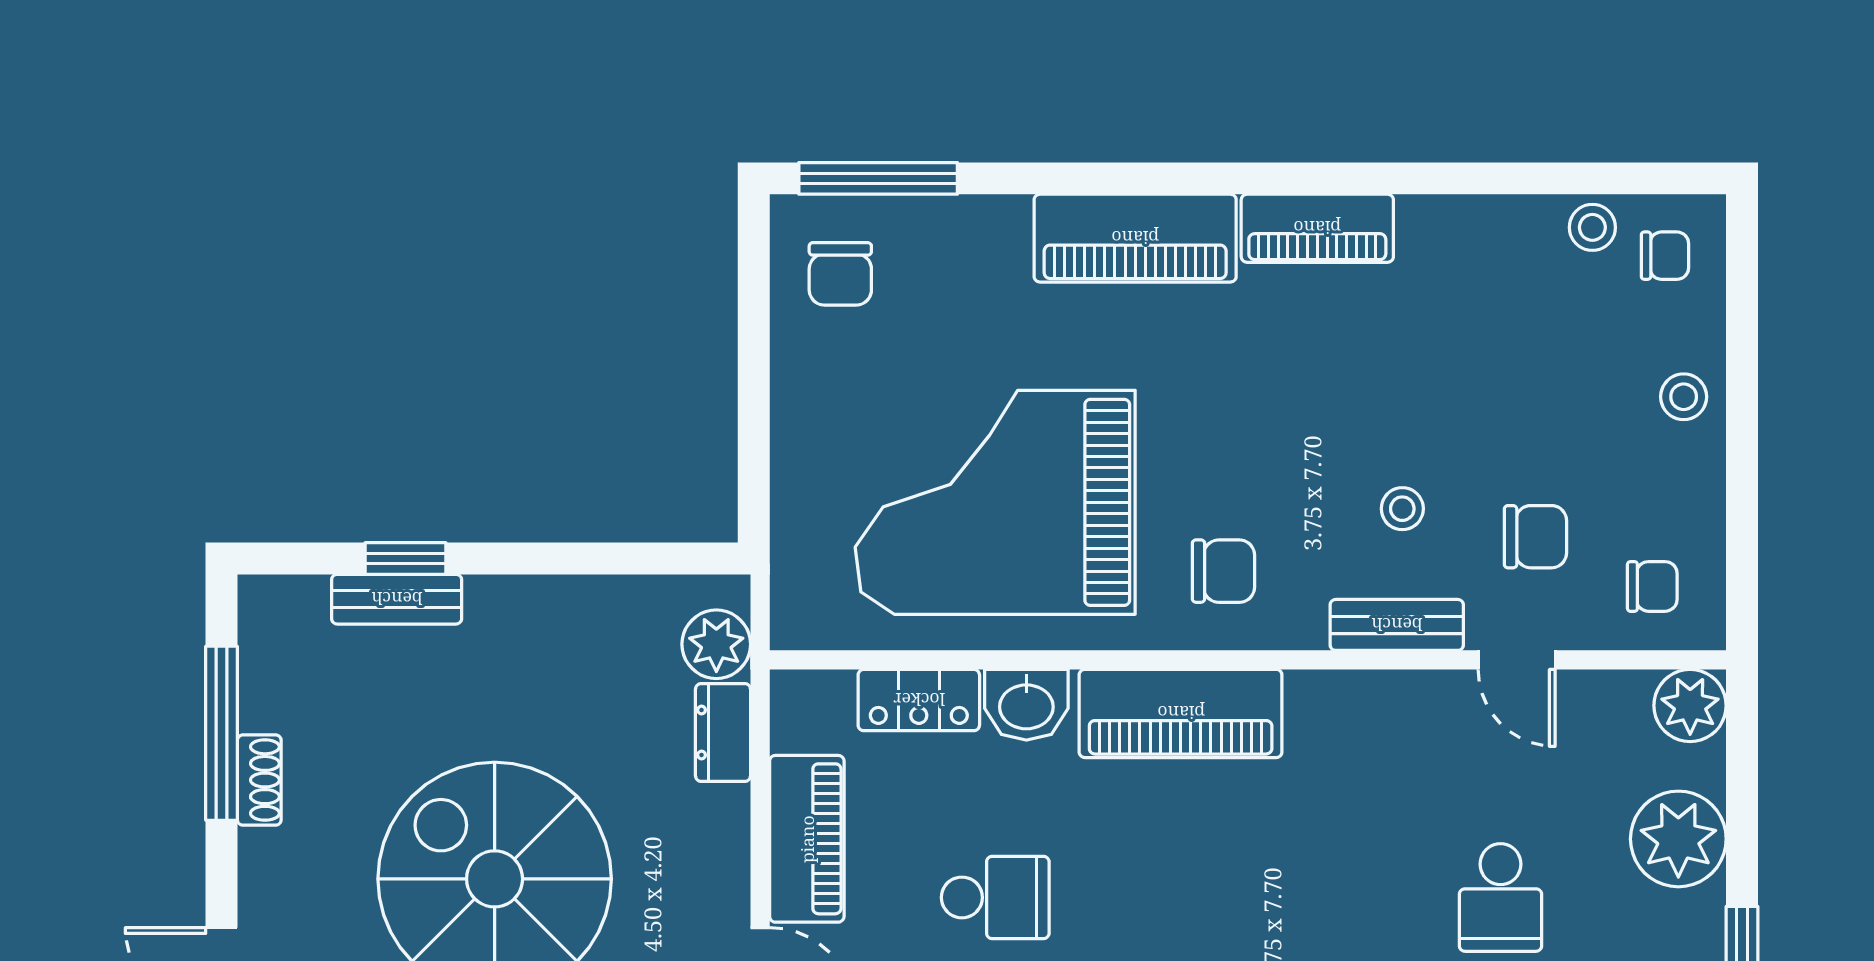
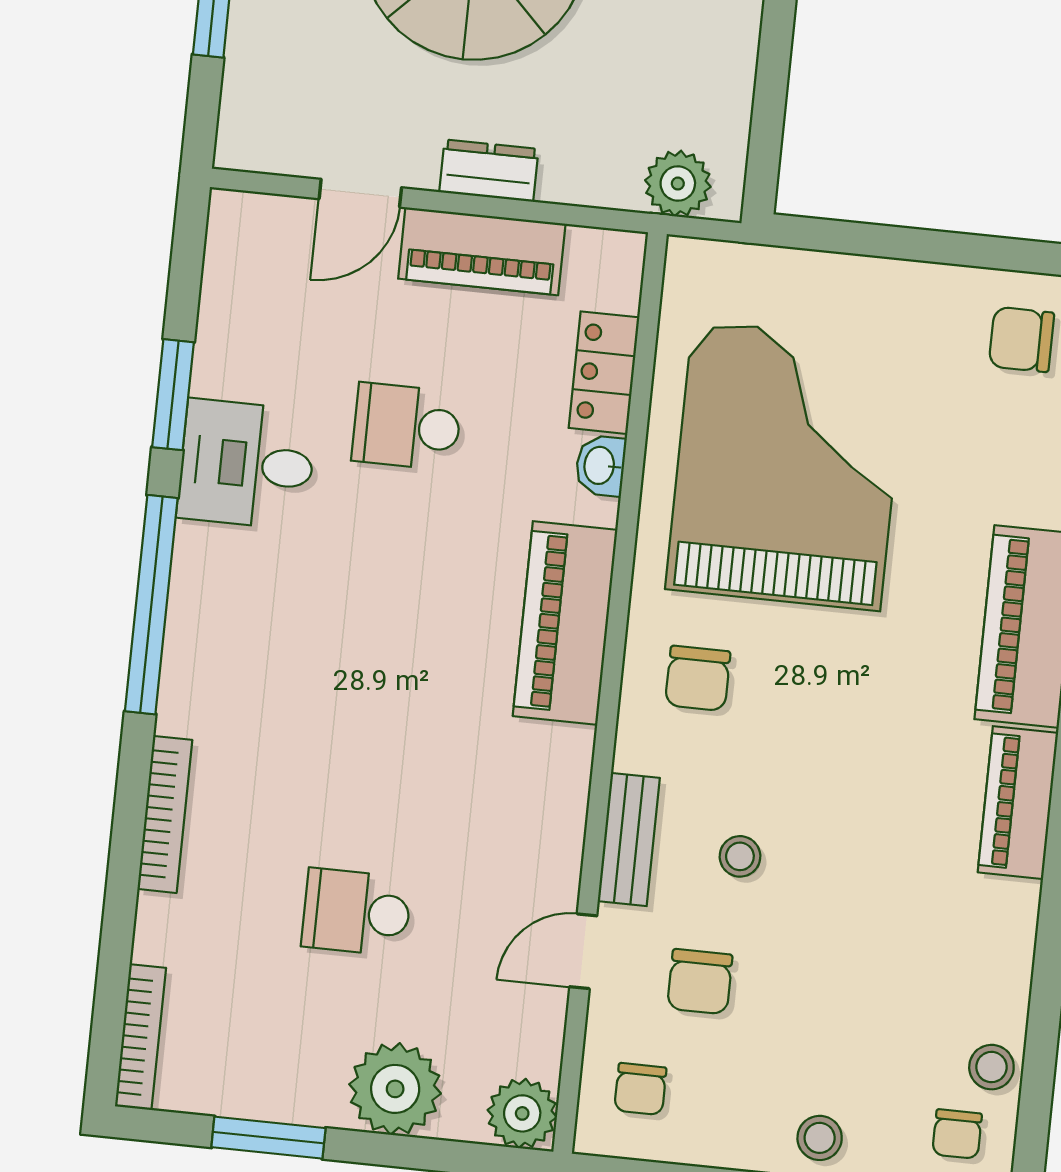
washbasin: (1026, 705) -> (601, 466), width x0.72, depth x0.69
dresser: (723, 732) -> (489, 171), moved
school desk: (995, 897) -> (407, 426), turned 90

